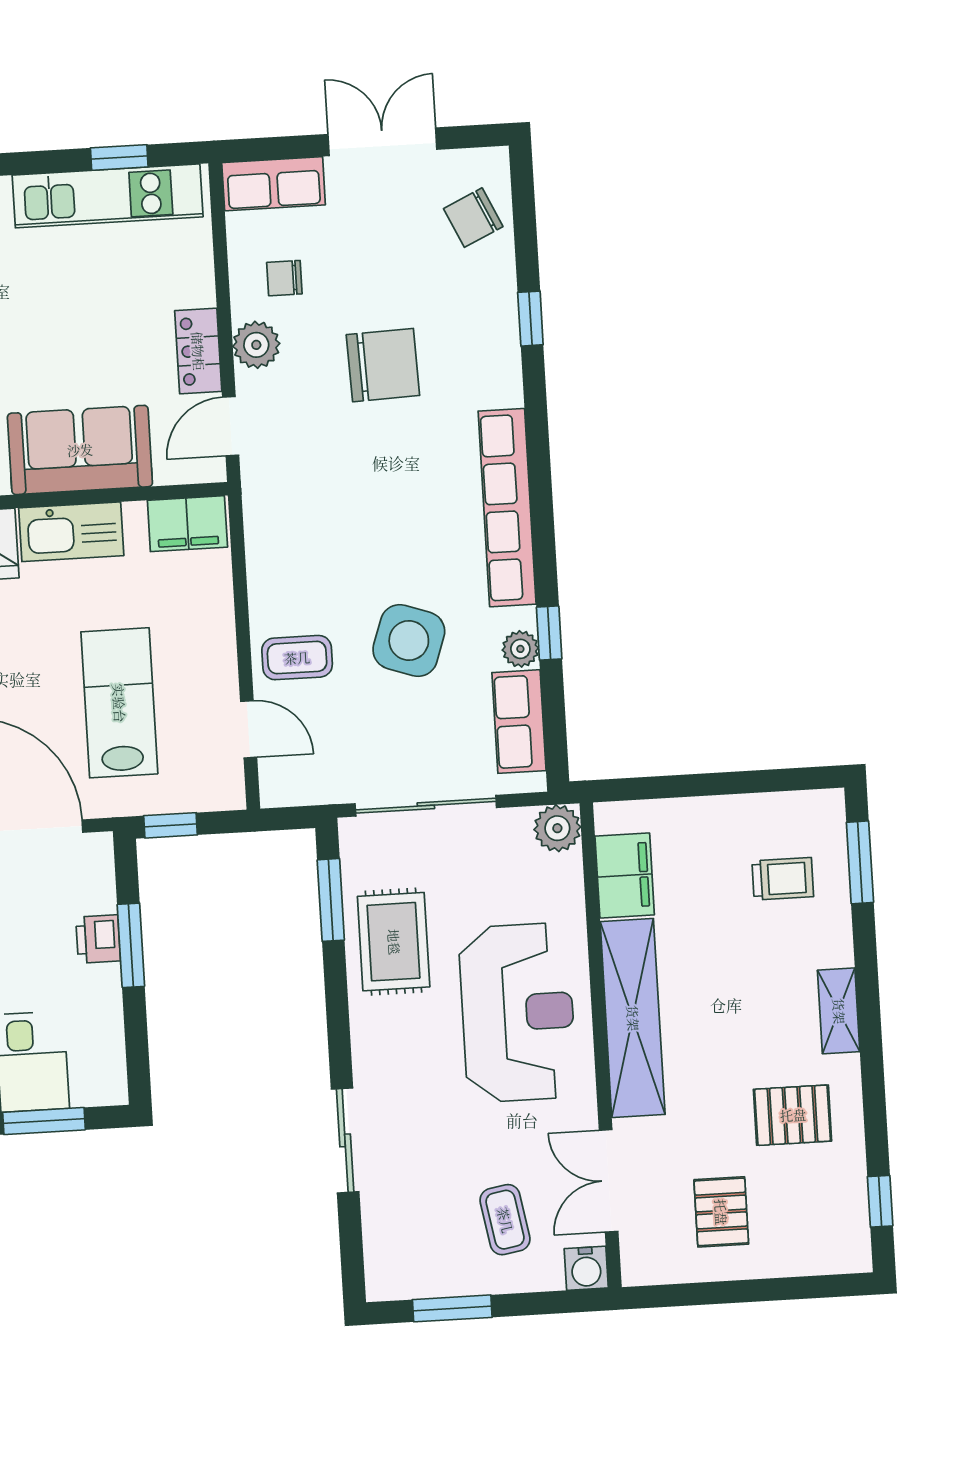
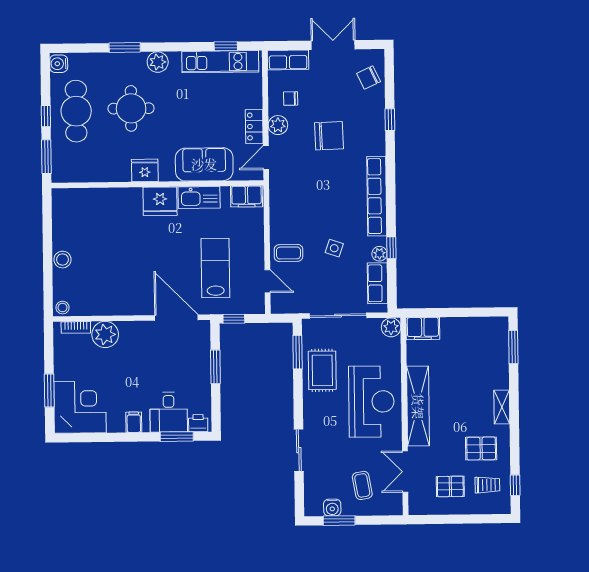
side table: (409, 641) -> (334, 248), width x0.54, depth x0.54
filing cabinet: (625, 875) -> (423, 328), moved, turned 90
trolley: (783, 879) -> (487, 485), moved
printer: (98, 939) -> (198, 423), moved, turned 90
pallet: (721, 1212) -> (450, 486), turned 90
water cooler: (586, 1268) -> (332, 508), moved

